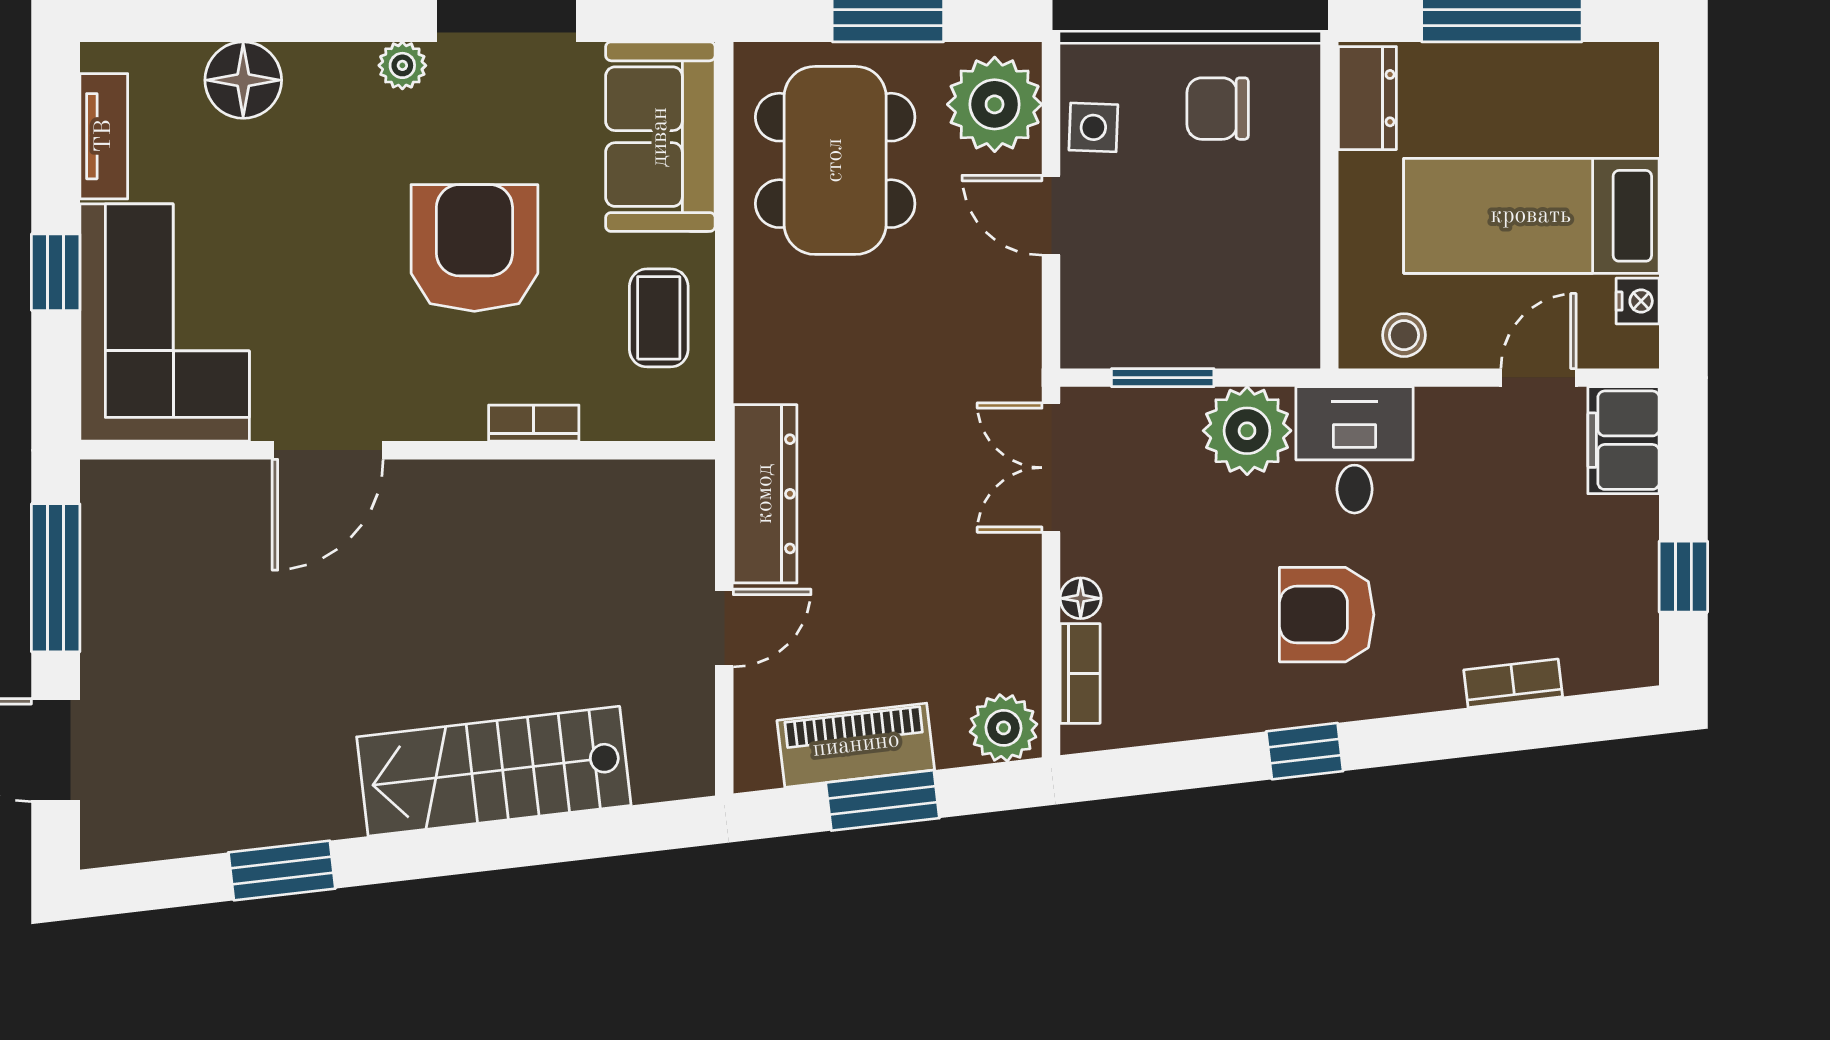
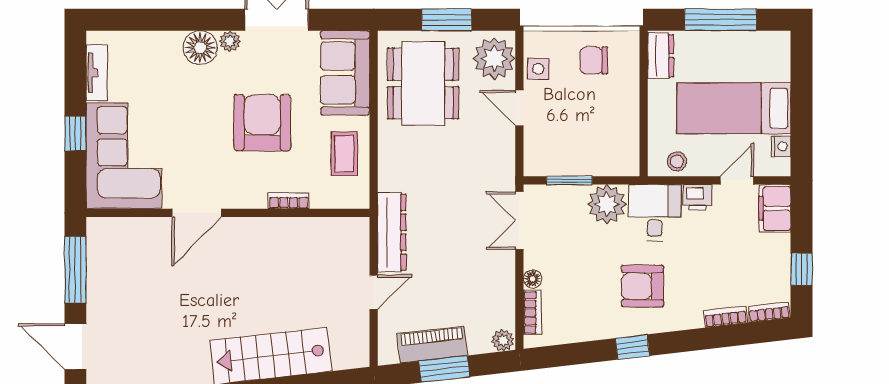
floor lamp: (243, 80) -> (200, 48), moved
printer: (1450, 416) -> (697, 198), added
bookcase: (1611, 673) -> (769, 312), added
plant: (1004, 728) -> (503, 340), width x0.73, depth x0.73

